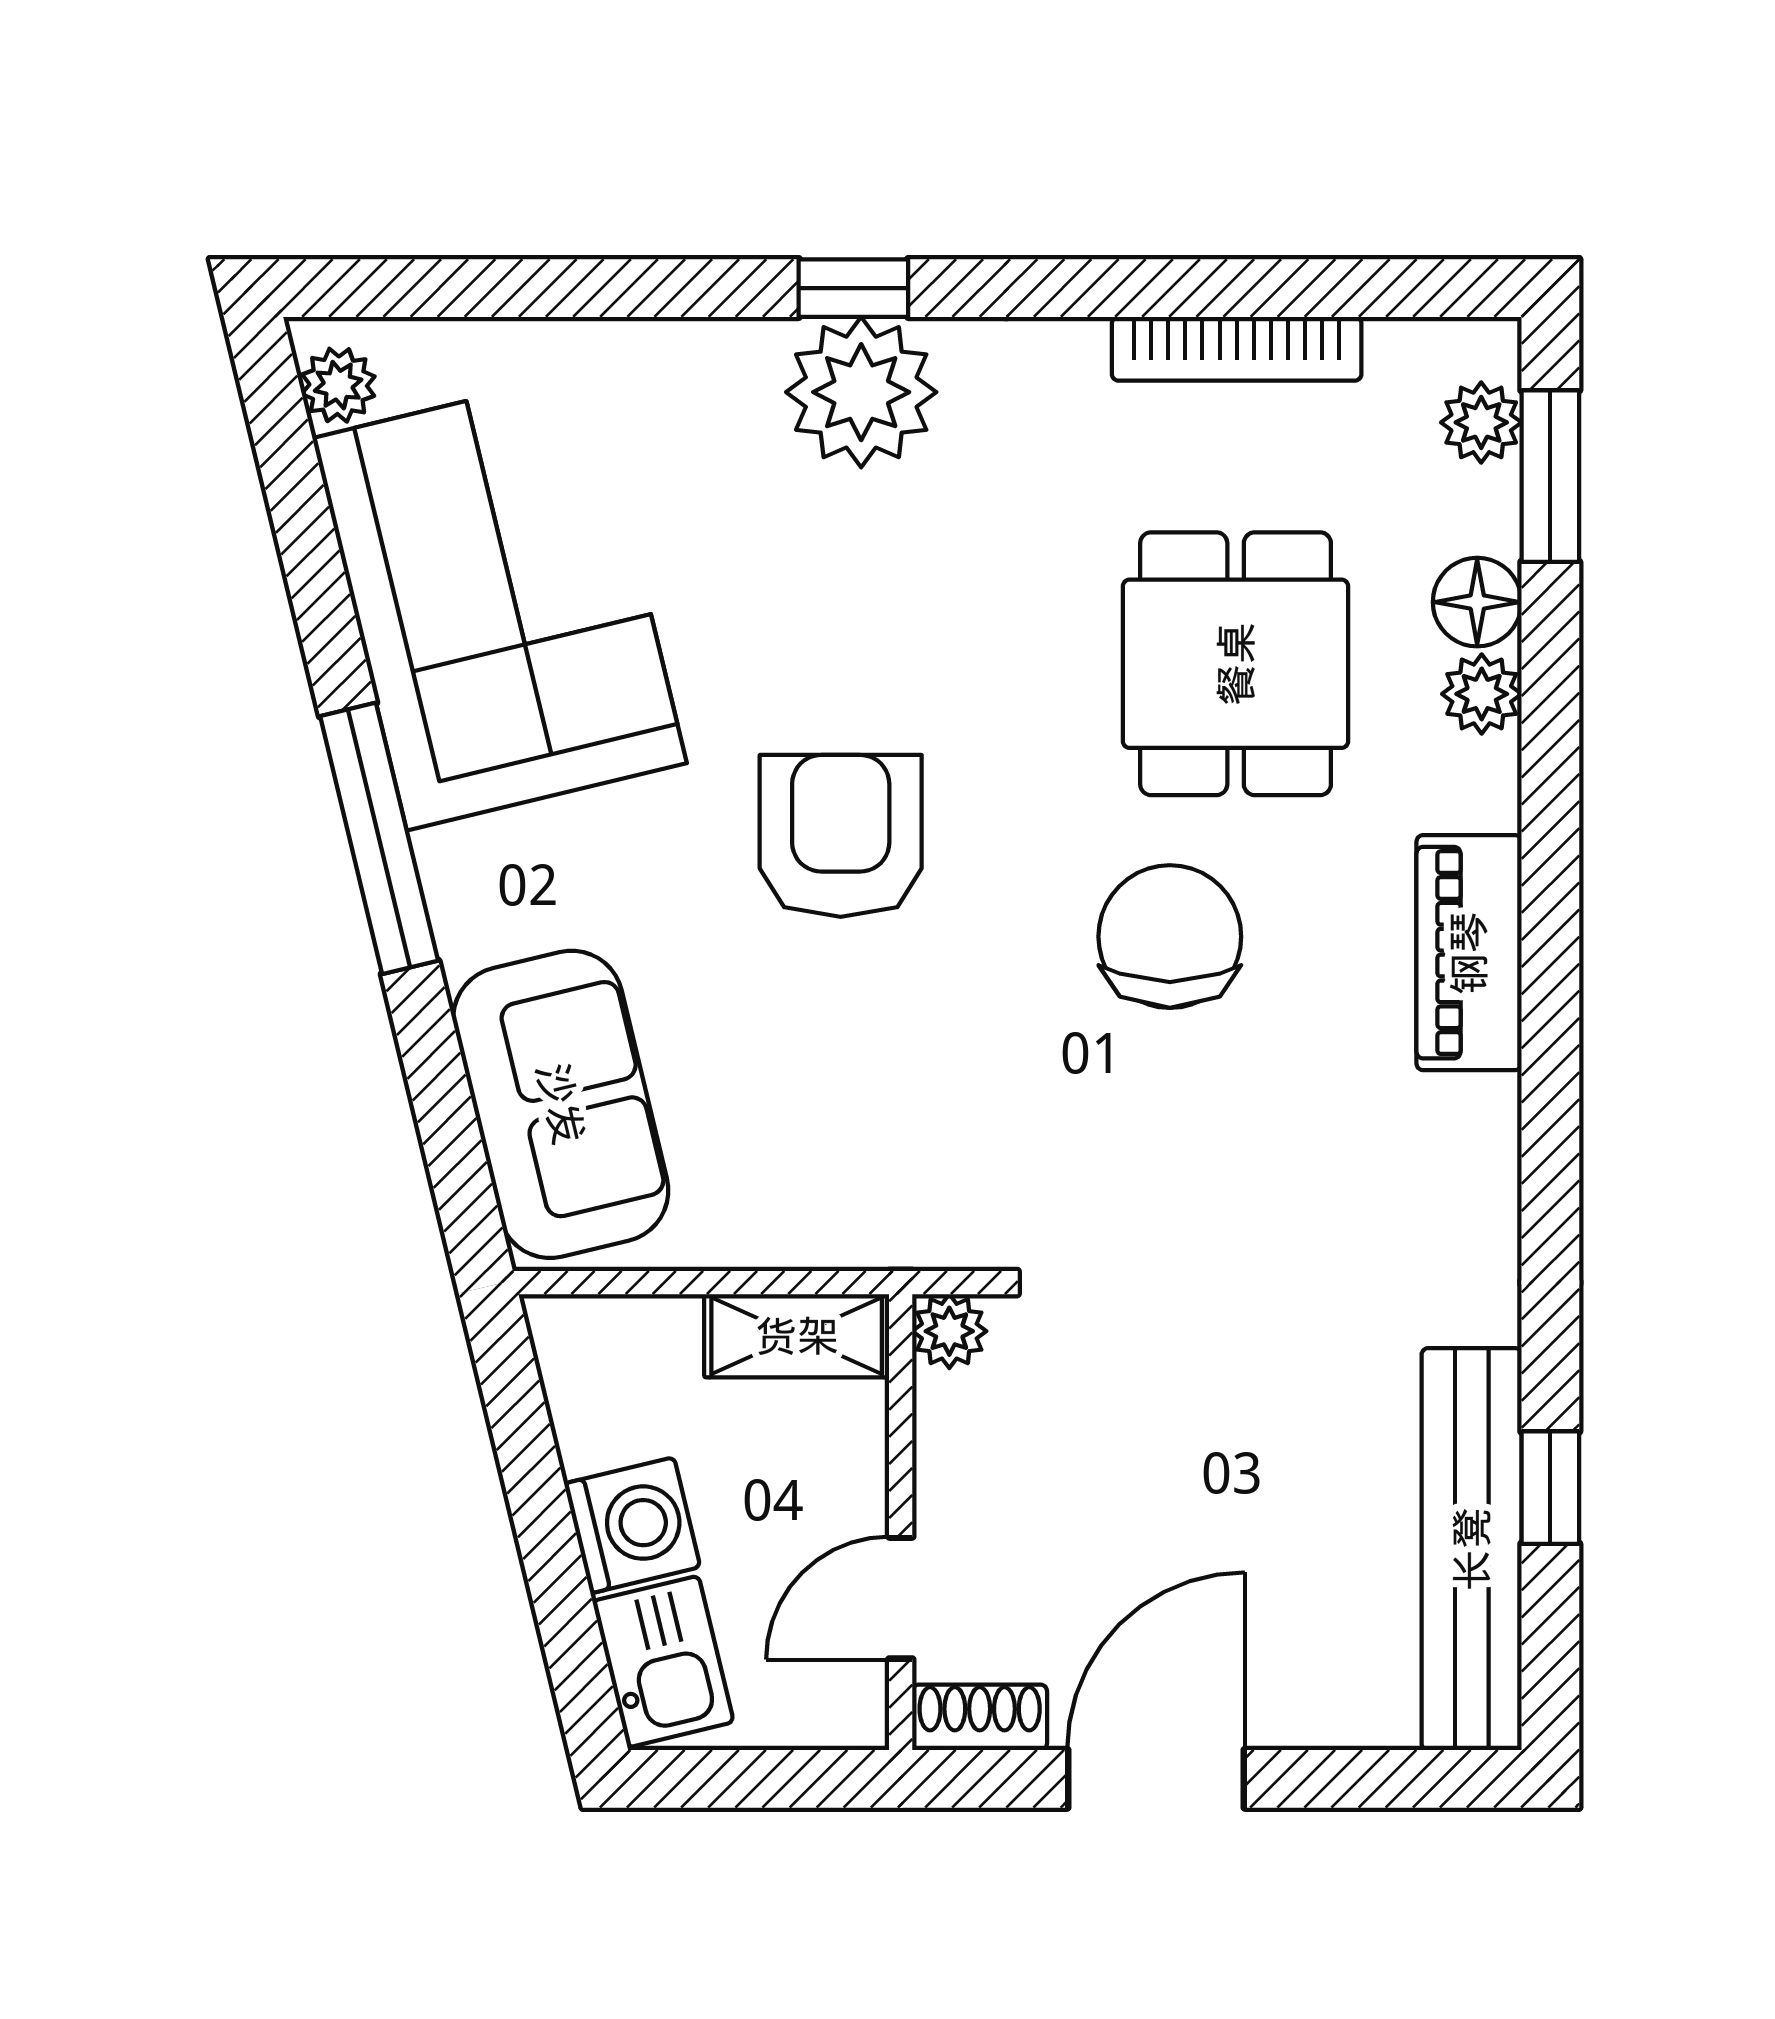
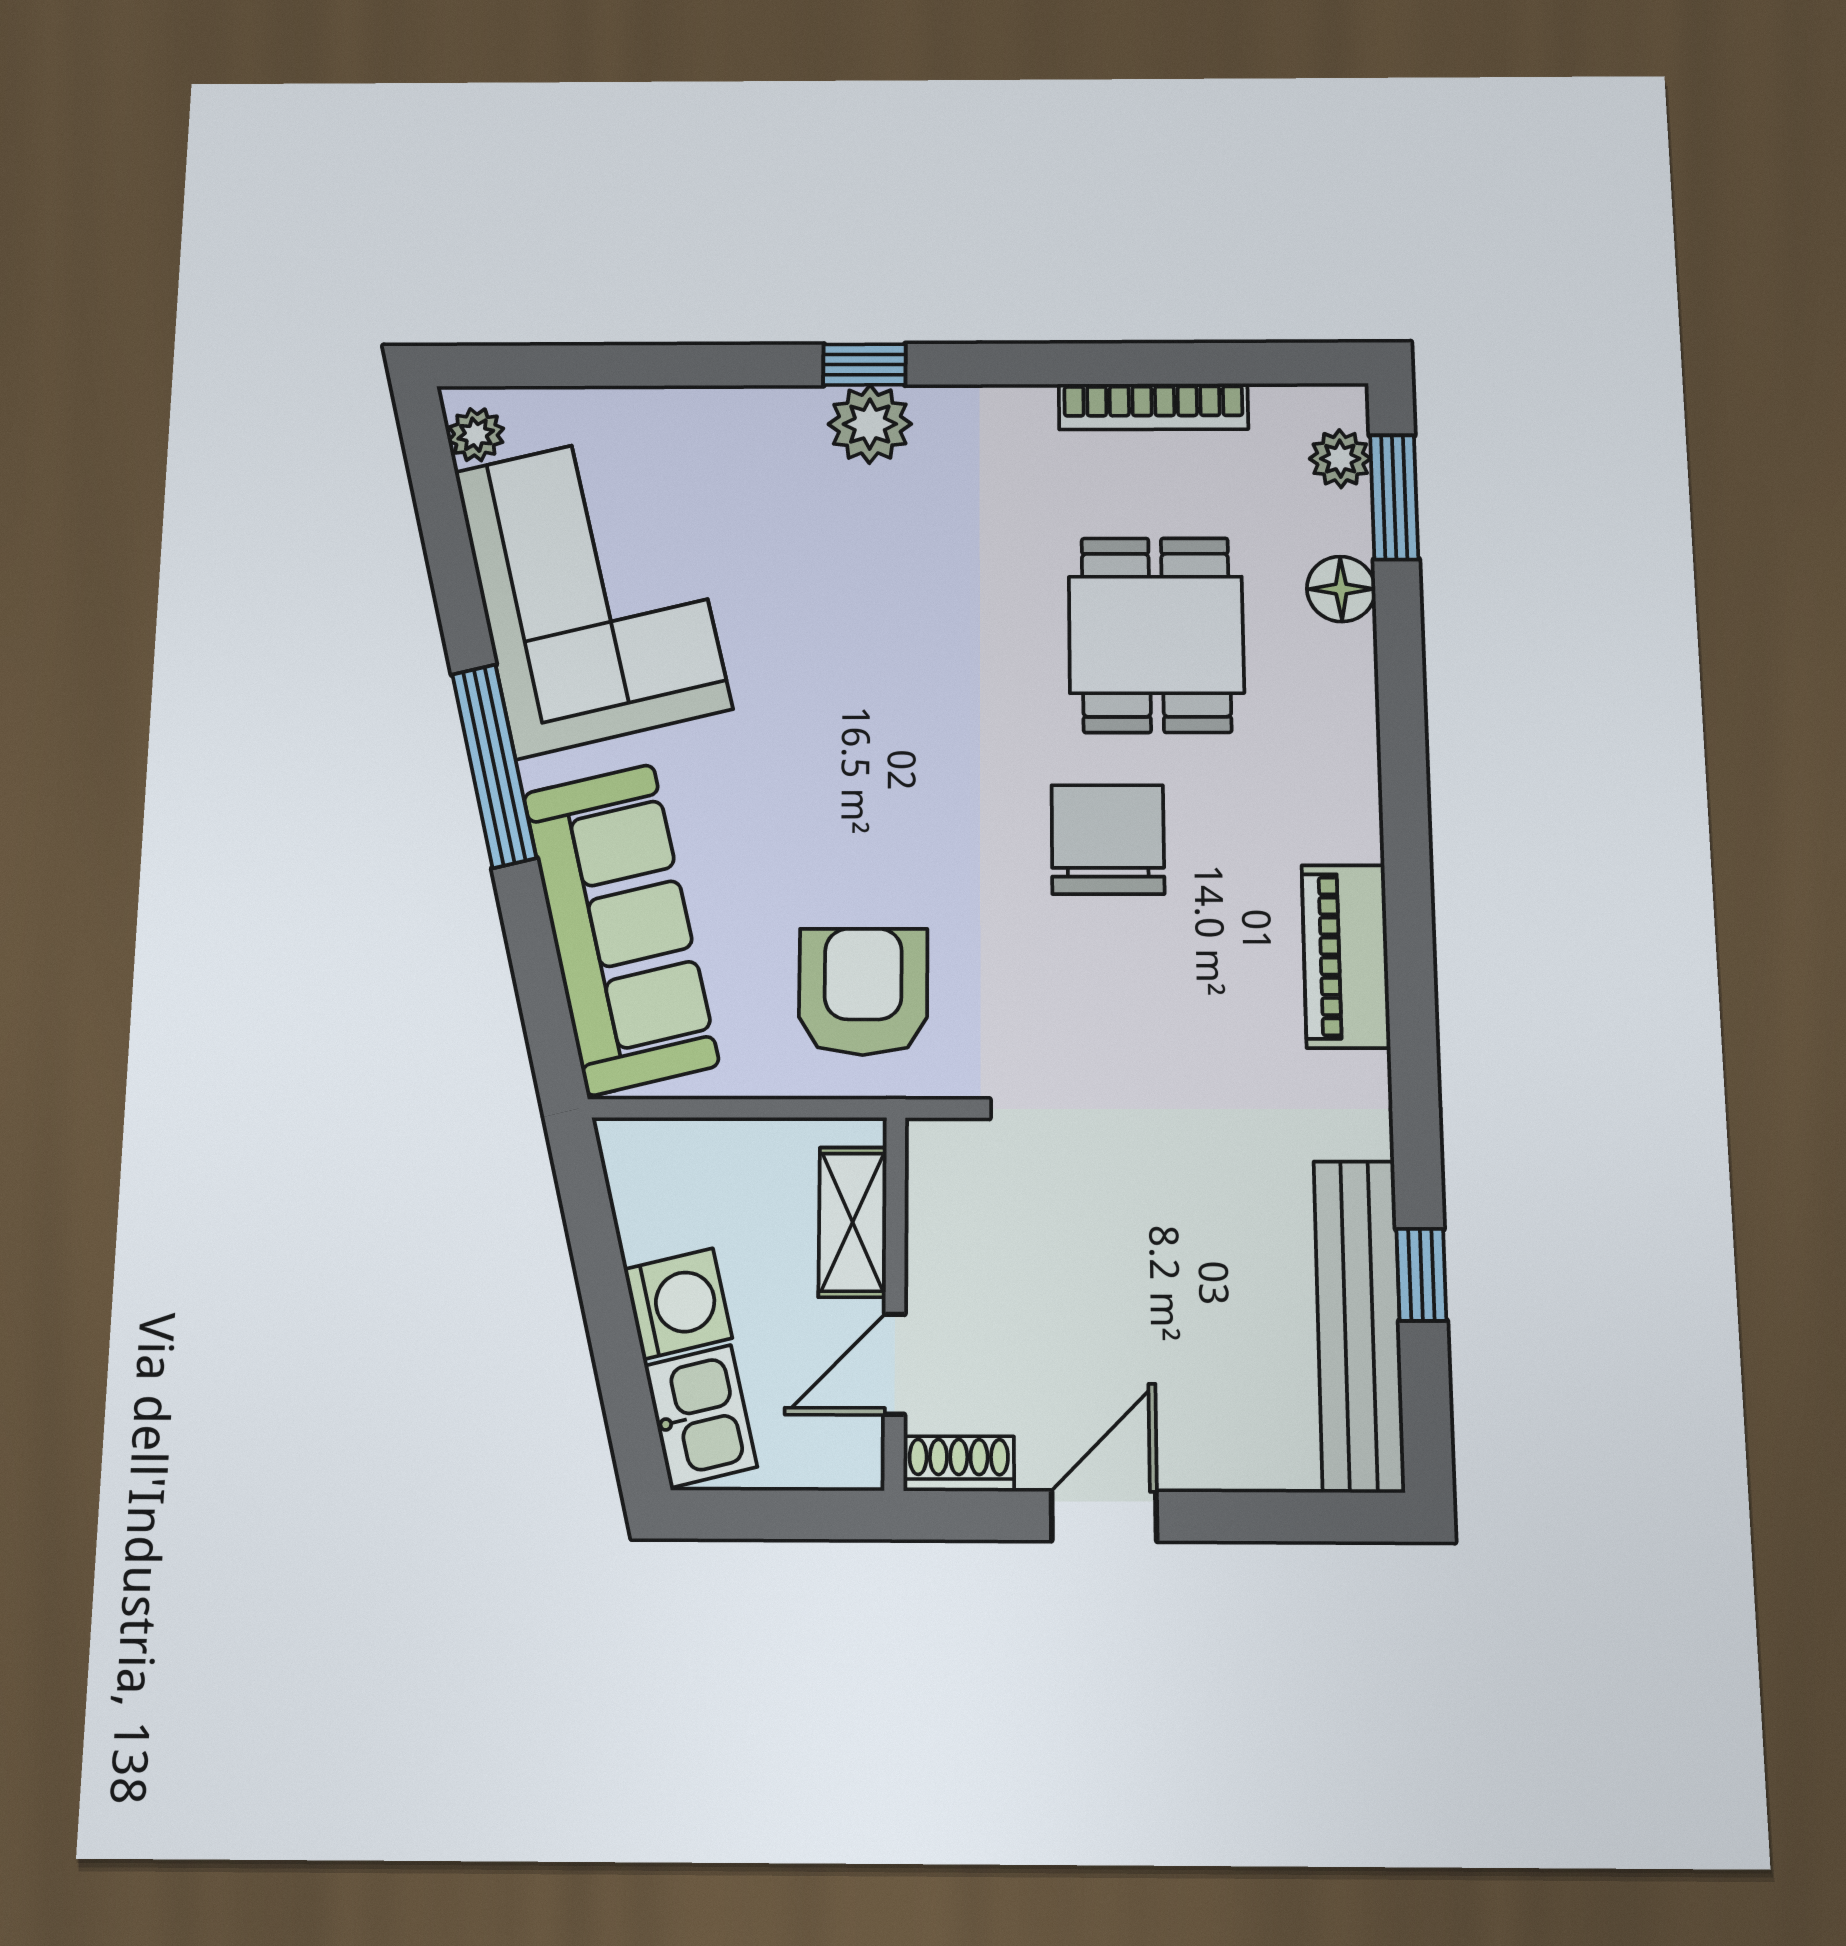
plant: (861, 392) -> (870, 424), width x0.73, depth x0.73
plant: (1482, 694) -> (1347, 657), removed
armchair: (841, 836) -> (863, 992), moved
piano: (1469, 953) -> (1346, 956), moved
sofa: (561, 1104) -> (620, 928), width x1.36
plant: (949, 1331) -> (935, 1147), removed
shelving: (797, 1336) -> (853, 1222), moved, turned 90
door: (1156, 1779) -> (1104, 1516), width x0.73

